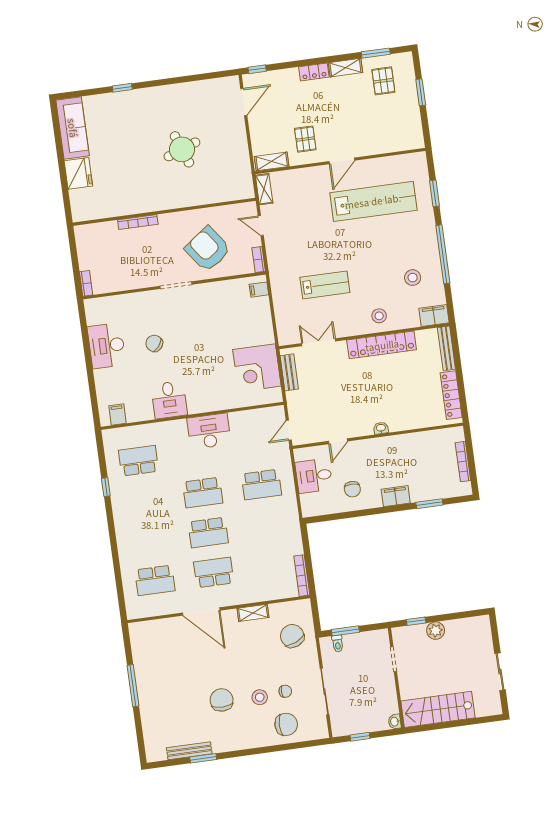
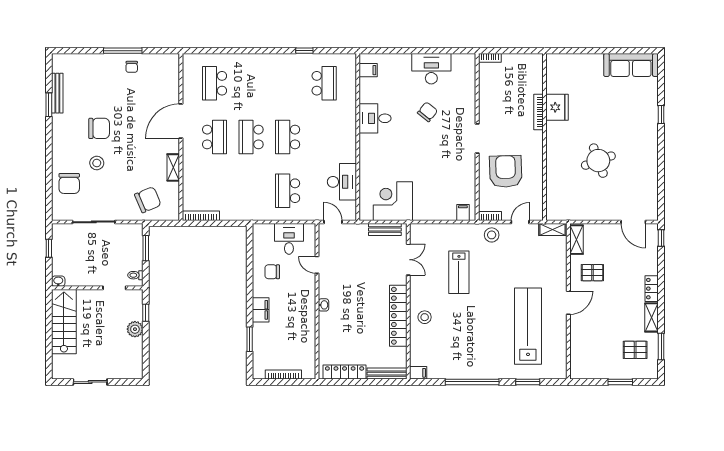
door: (342, 161) -> (568, 303), swing flipped
fridge: (78, 173) -> (557, 107), moved, turned -90
lab bench: (373, 201) -> (528, 326), turned 180
armchair: (208, 249) -> (506, 171), turned -56
stool: (413, 278) -> (492, 235), moved
filing cabinet: (434, 315) -> (418, 373), width x0.50
desk: (209, 431) -> (342, 182), moved
toilet: (338, 643) -> (135, 275), moved
chair: (285, 691) -> (132, 67), moved

